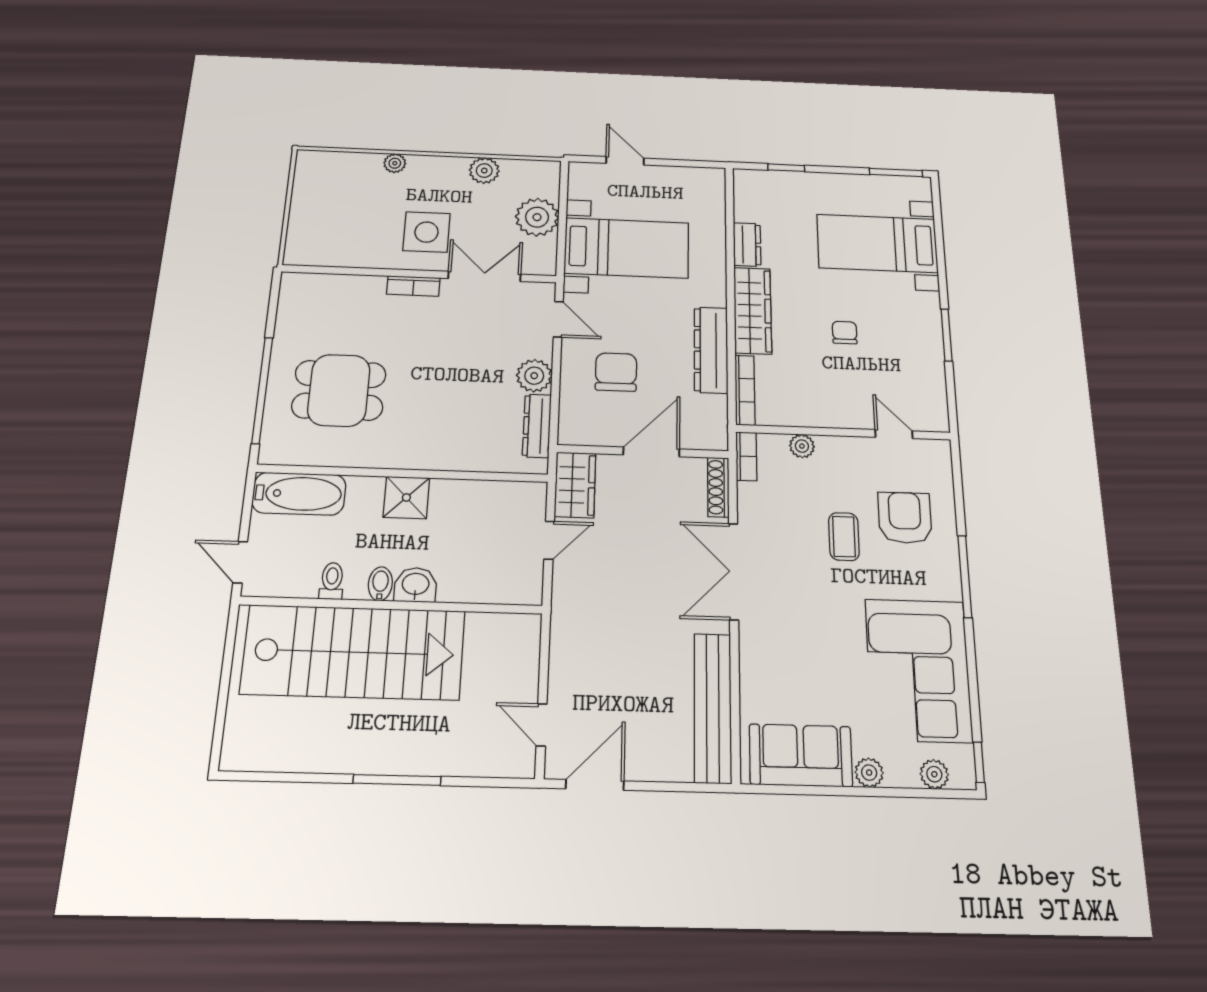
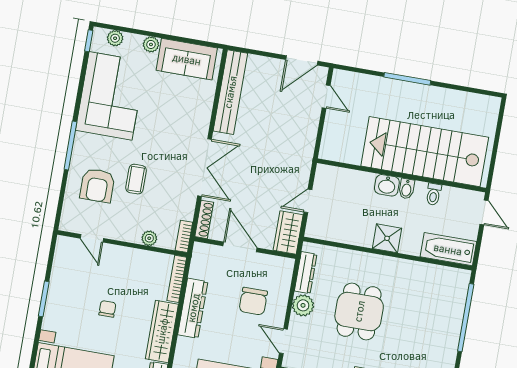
chair: (845, 333) -> (107, 309), turned 180
dining table: (339, 390) -> (359, 311), moved, turned 90
door: (651, 452) -> (240, 247), swing flipped

